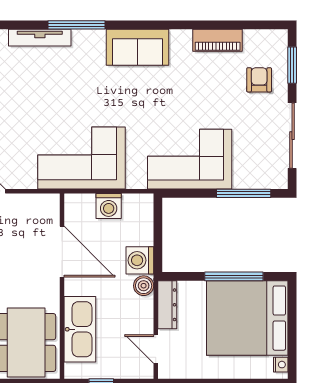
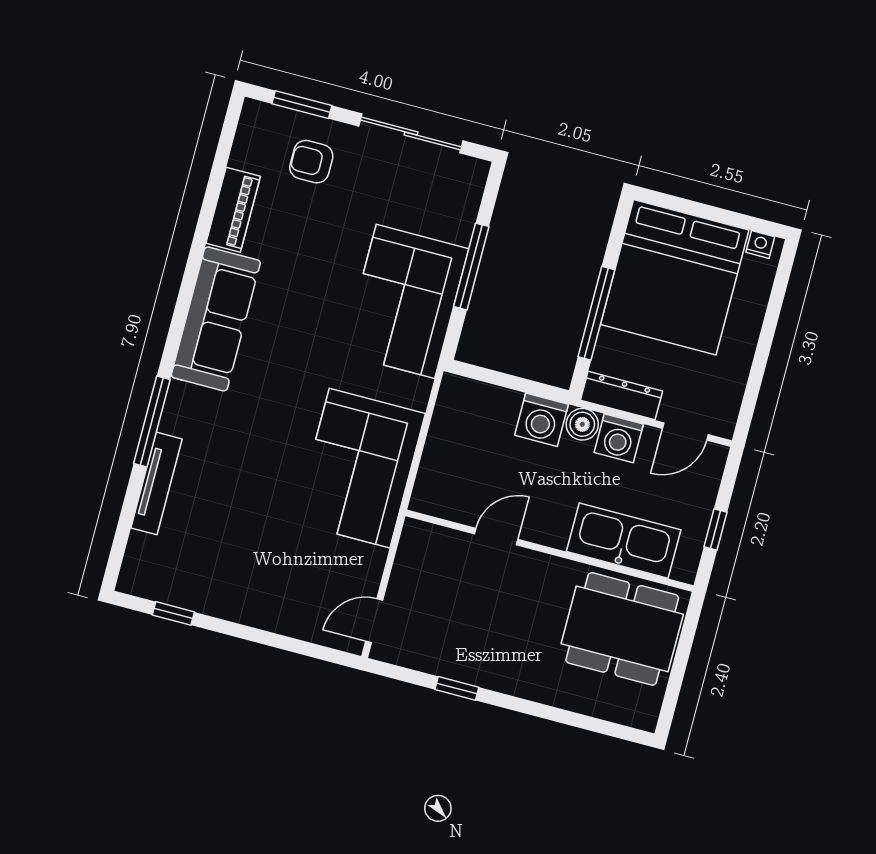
sofa: (137, 47) -> (216, 319), width x1.36
window: (244, 193) -> (471, 267), moved
washing machine: (109, 206) -> (619, 438), moved, turned 90
door: (62, 252) -> (496, 537), width x0.53
window: (234, 276) -> (596, 313), moved

